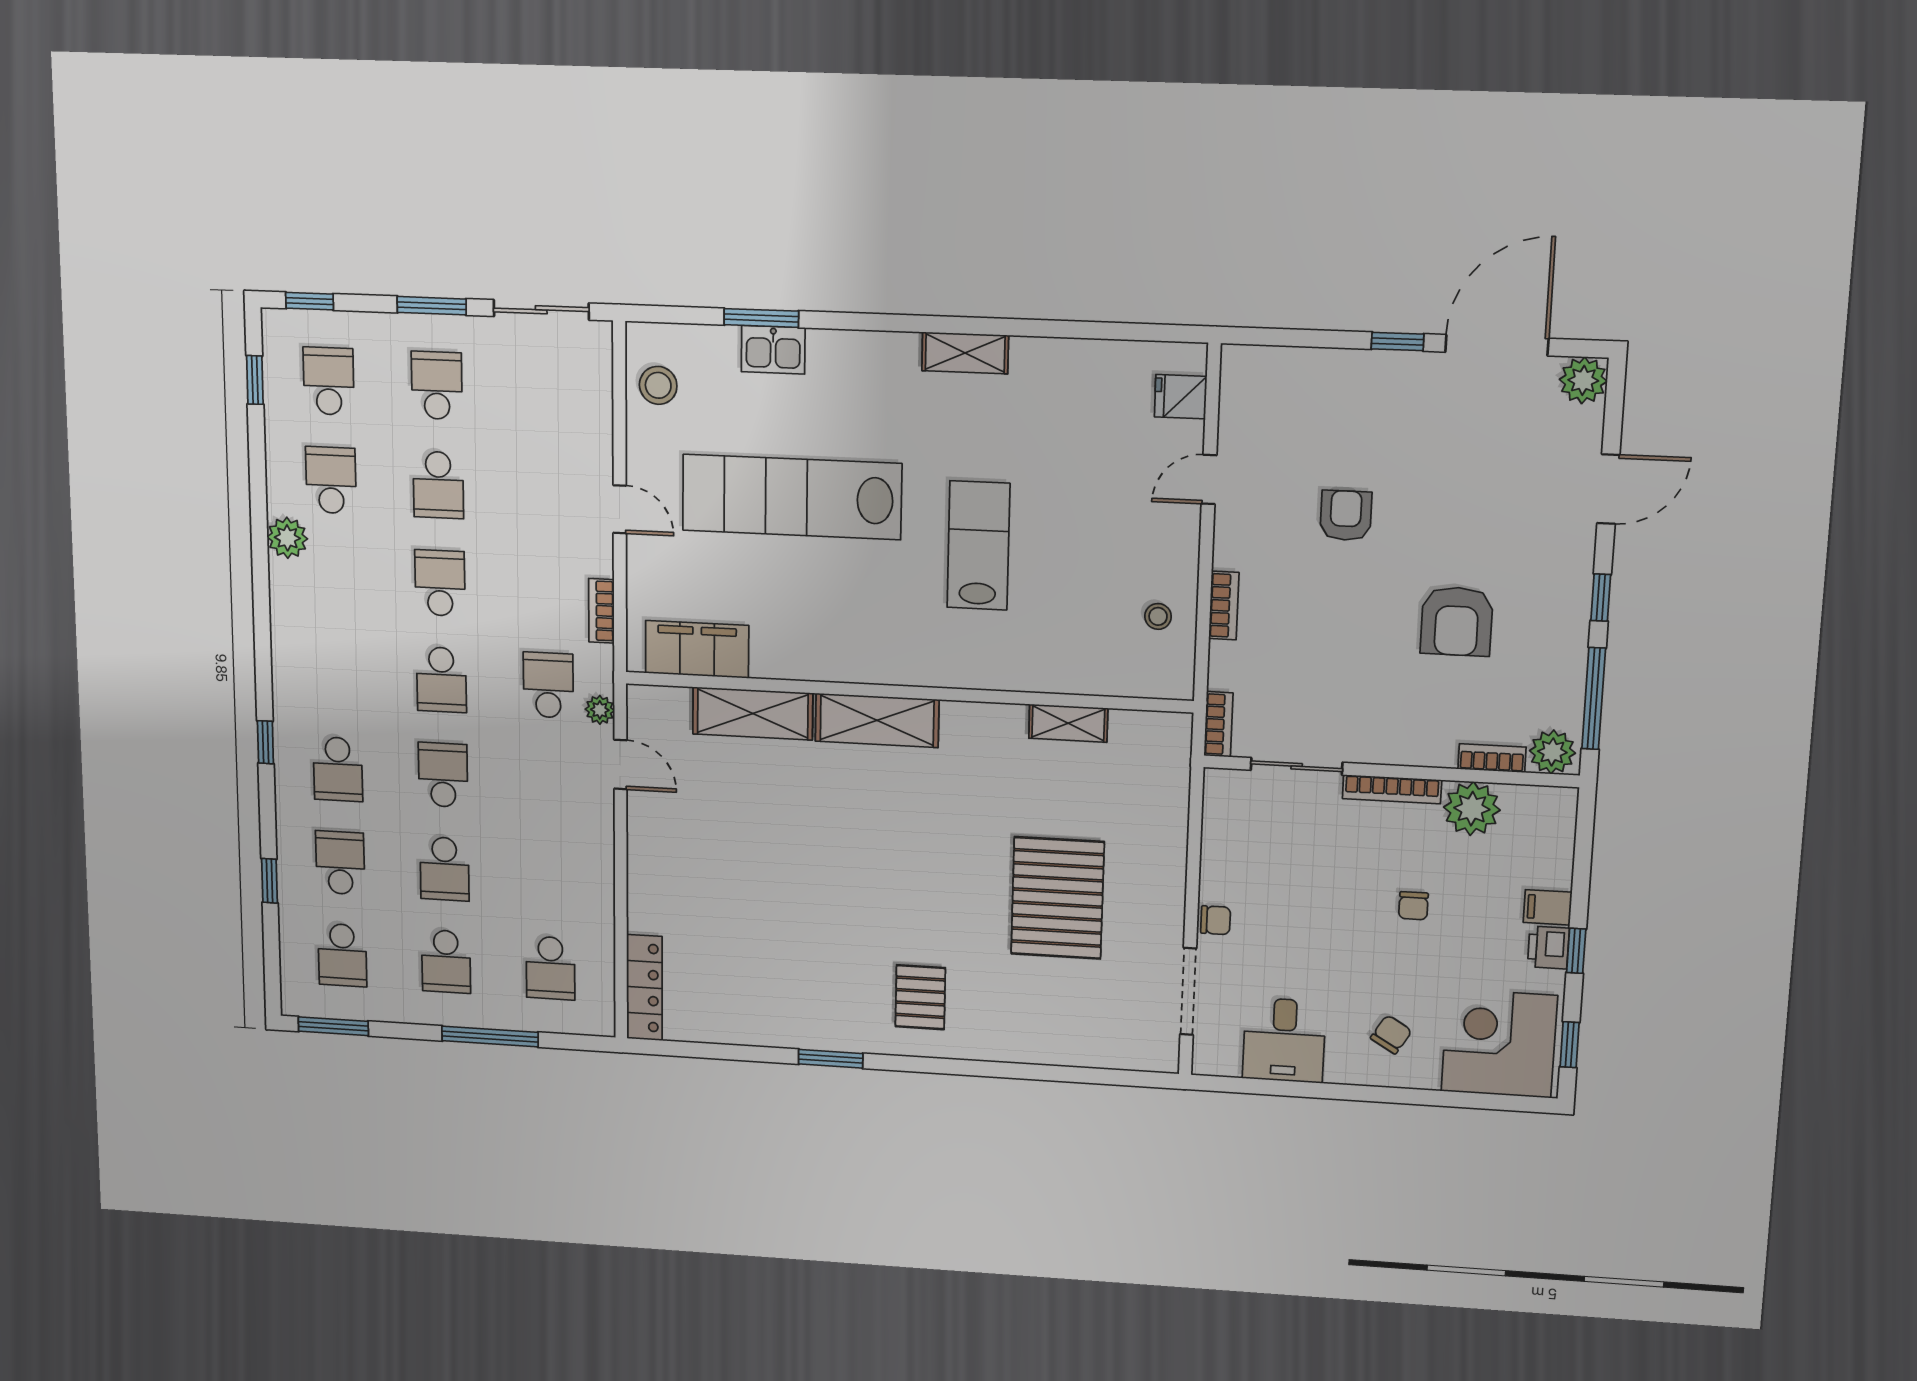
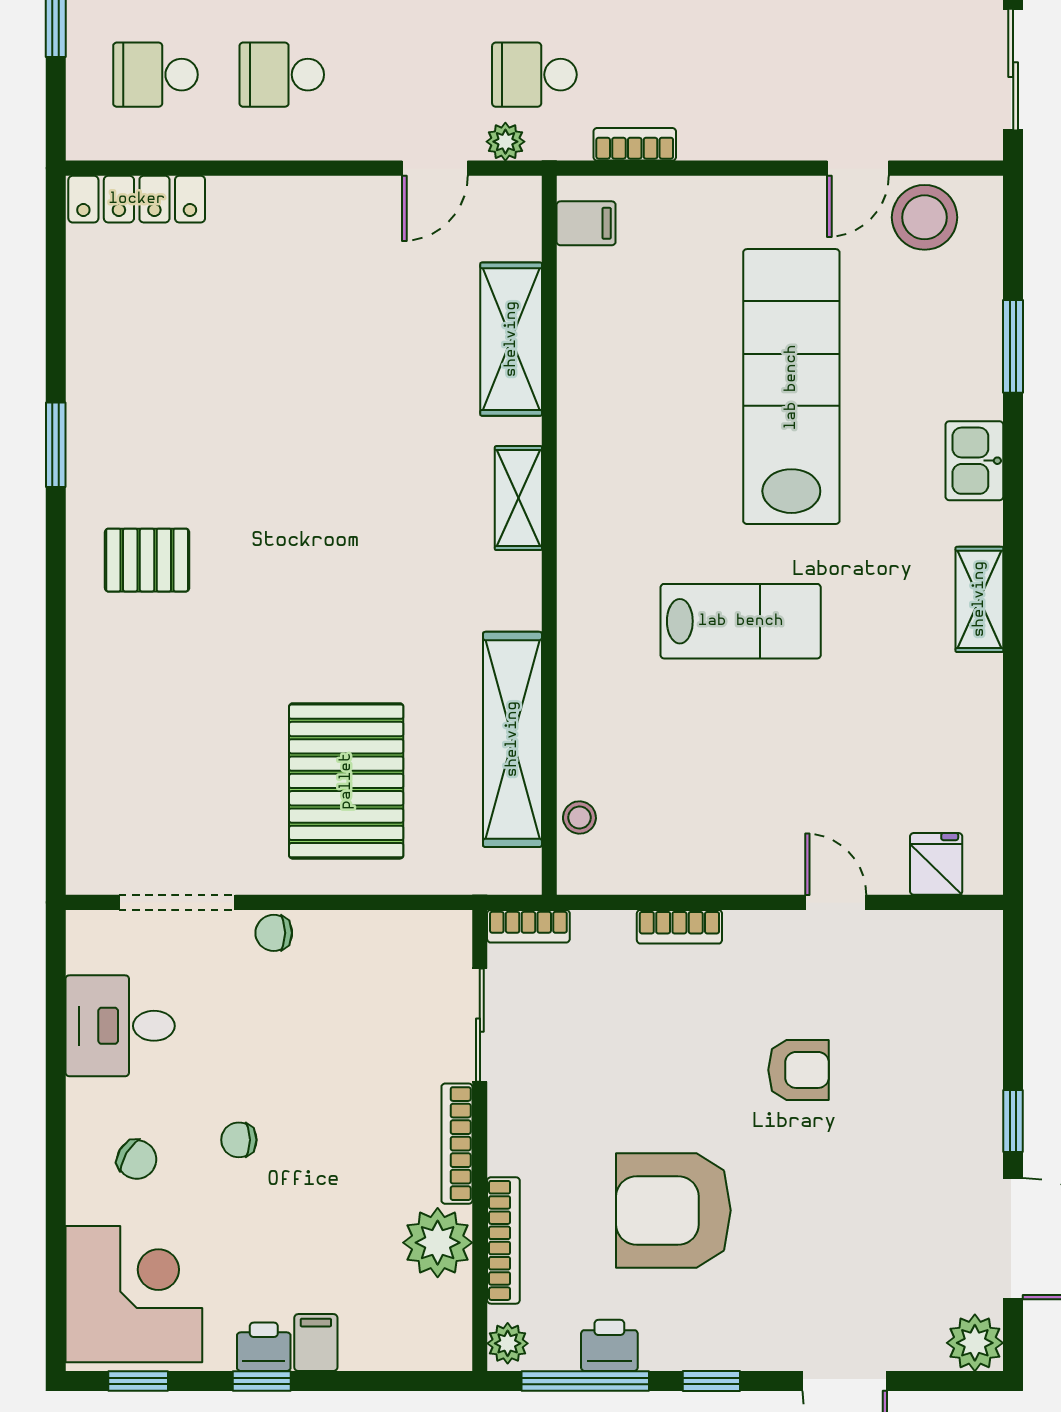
kitchen sink: (773, 350) -> (974, 461), moved
stool: (658, 385) -> (925, 217), width x1.38, depth x1.38
door: (620, 509) -> (858, 168), moved
stool: (1158, 616) -> (579, 817), moved
armchair: (1457, 621) -> (673, 1210), width x1.36, depth x1.36
filing cabinet: (697, 649) -> (586, 223), width x0.33, depth x0.86
printer: (1565, 678) -> (609, 1345), added
school desk: (548, 685) -> (534, 75), turned 180
shelving: (877, 720) -> (518, 498), width x0.67, depth x0.75
shelving: (1068, 723) -> (512, 739), width x2.20, depth x1.33
plant: (1552, 752) -> (508, 1343), width x0.73, depth x0.73
bookcase: (1492, 758) -> (503, 1240), width x1.56
school desk: (550, 875) -> (282, 75), added
pallet: (1057, 898) -> (346, 781), moved, turned 90
chair: (1413, 906) -> (239, 1140), moved
chair: (1216, 920) -> (274, 933), turned 90

